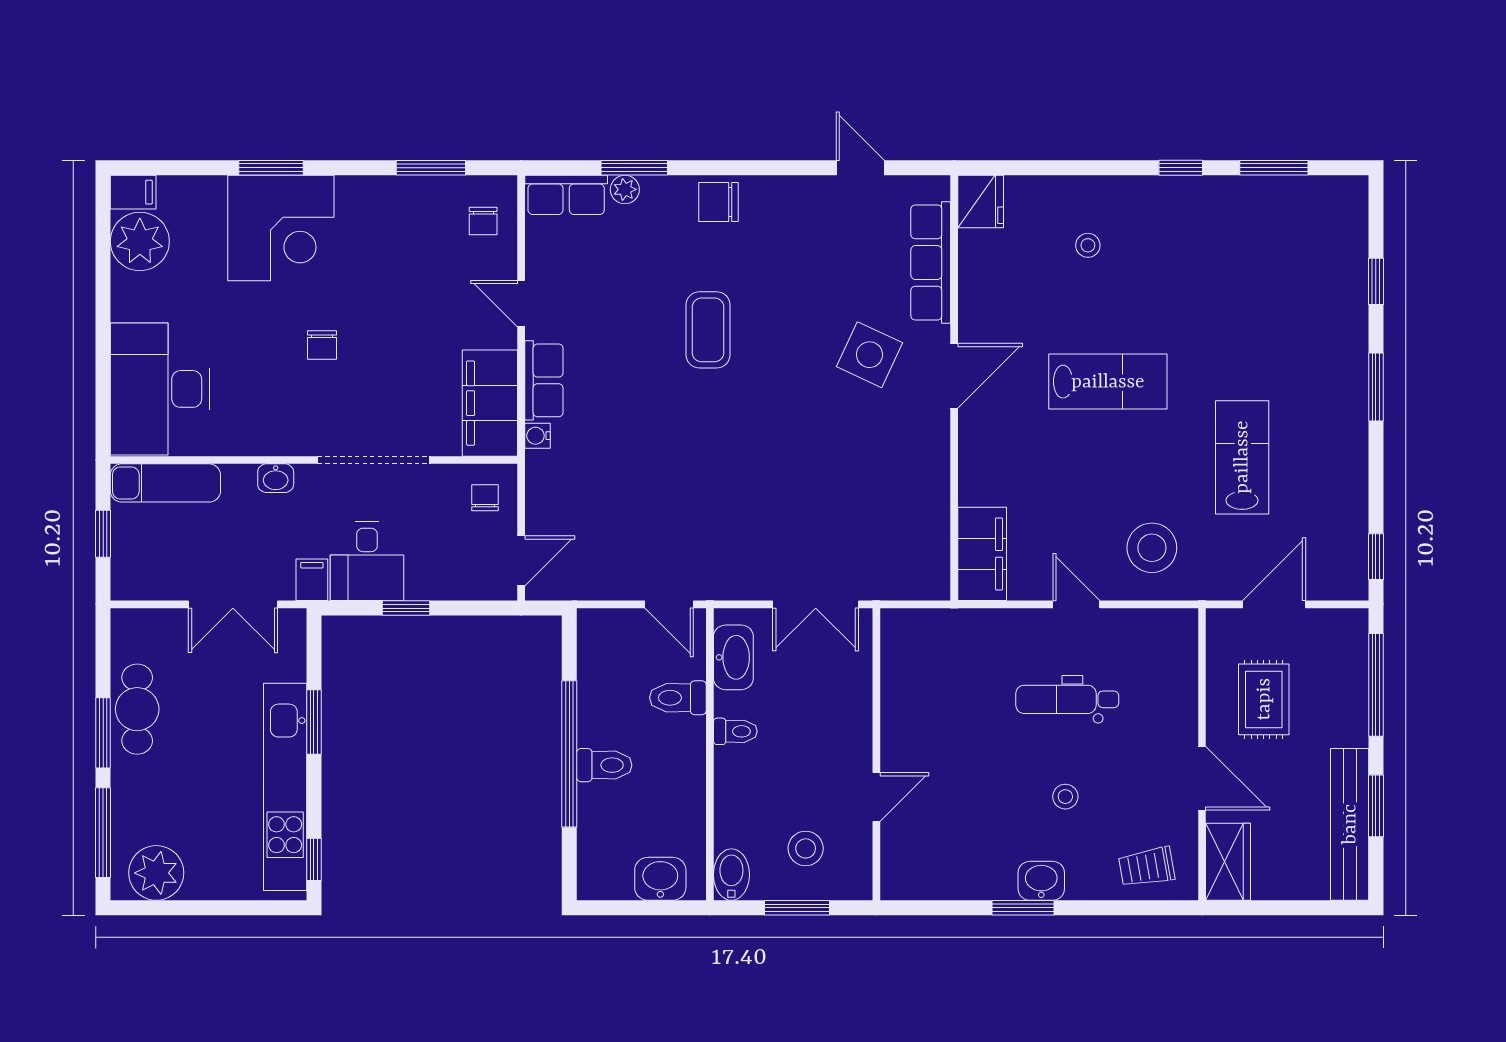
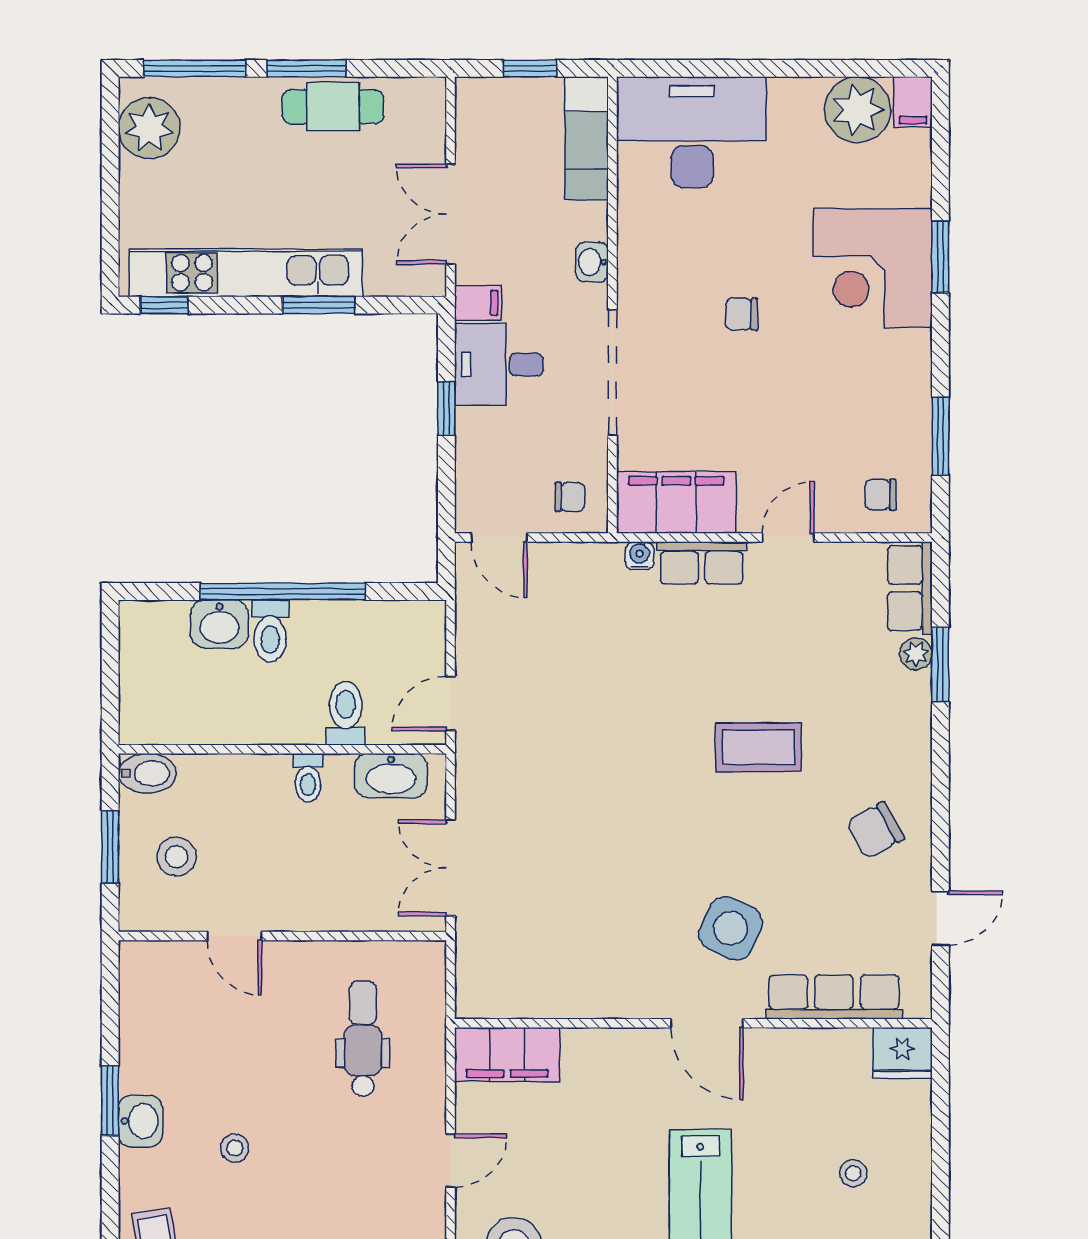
chair: (718, 202) -> (875, 830), moved, turned -119
dental chair: (1067, 699) -> (363, 1039), moved
washbasin: (660, 879) -> (219, 624), moved, turned 90

